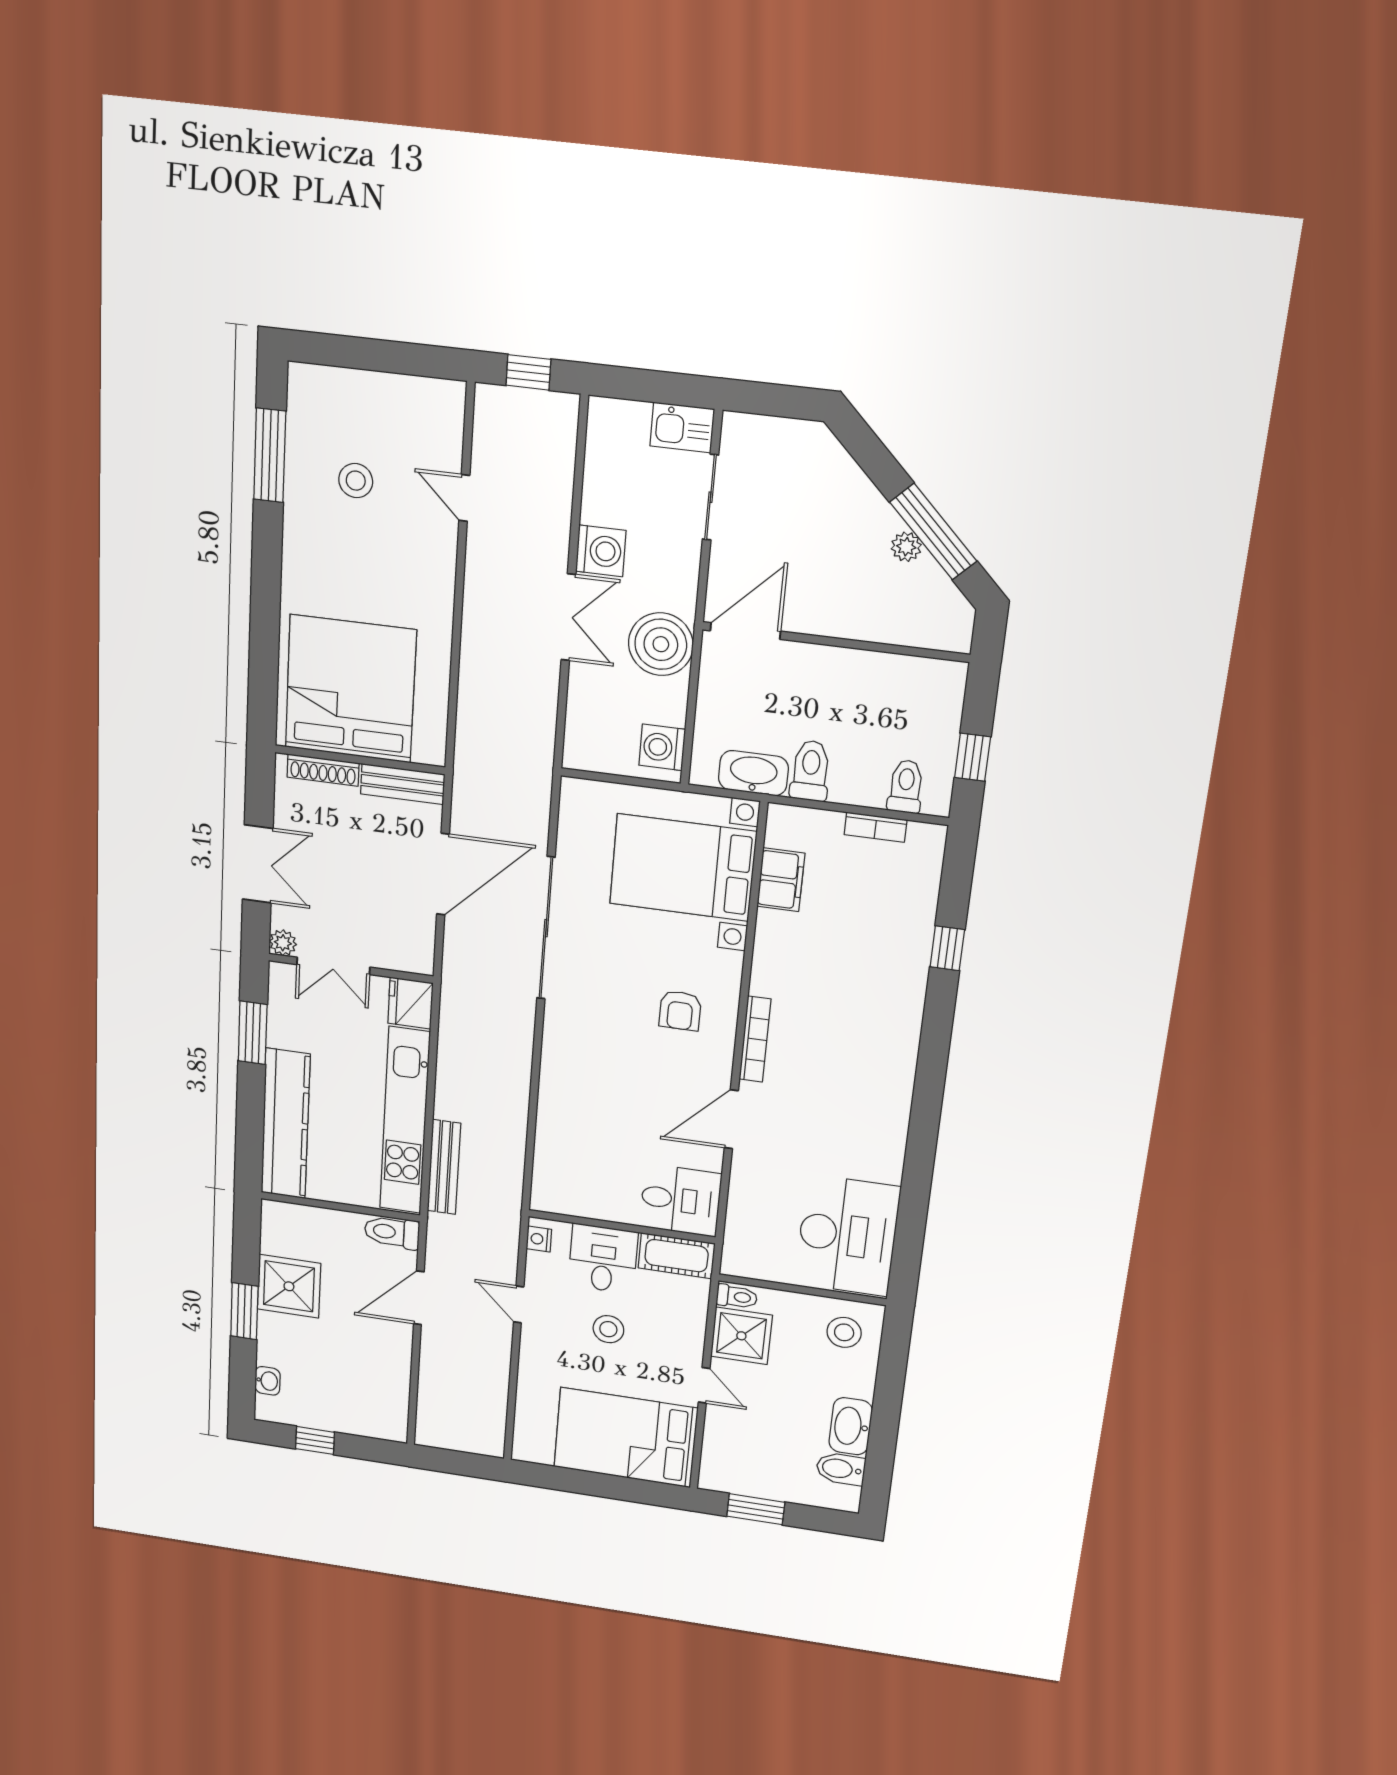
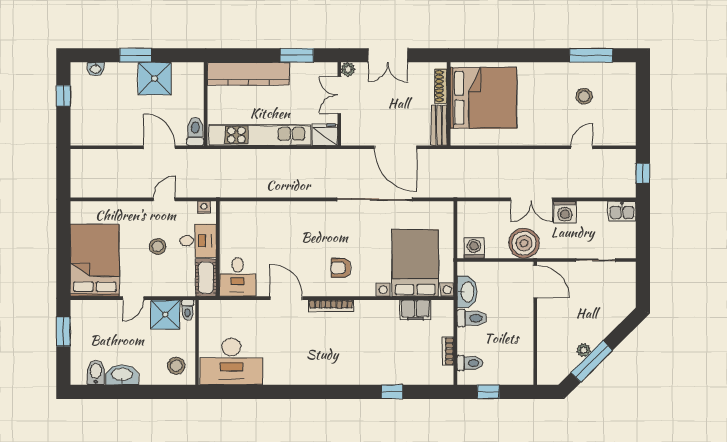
kitchen sink: (682, 427) -> (622, 211), moved, turned -90
bench: (444, 1167) -> (237, 156), removed

